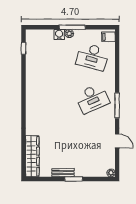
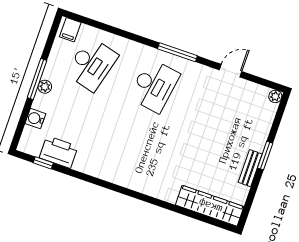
water cooler: (59, 34) -> (35, 119), moved
printer: (33, 55) -> (59, 152), added
desk: (92, 99) -> (154, 86), turned 33

